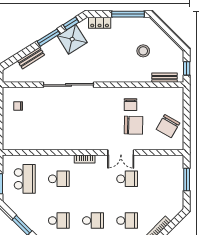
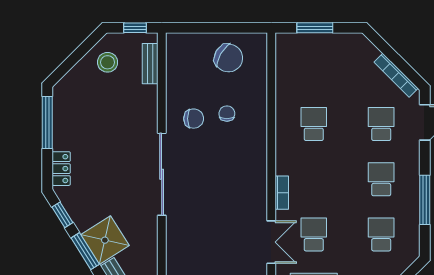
shower: (72, 39) -> (105, 240), moved
stool: (143, 51) -> (108, 62), moved
sliding door: (69, 85) -> (162, 174), moved
chair: (134, 125) -> (227, 114), width x0.54, depth x0.54
double door: (121, 153) -> (271, 242), moved

